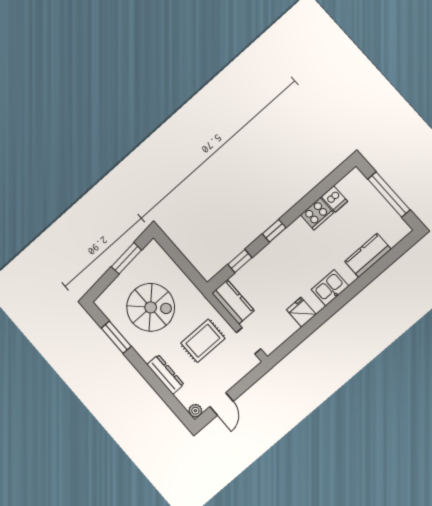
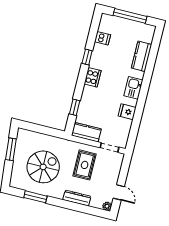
cooker: (317, 214) -> (93, 77), moved
window: (274, 231) -> (87, 57), moved

